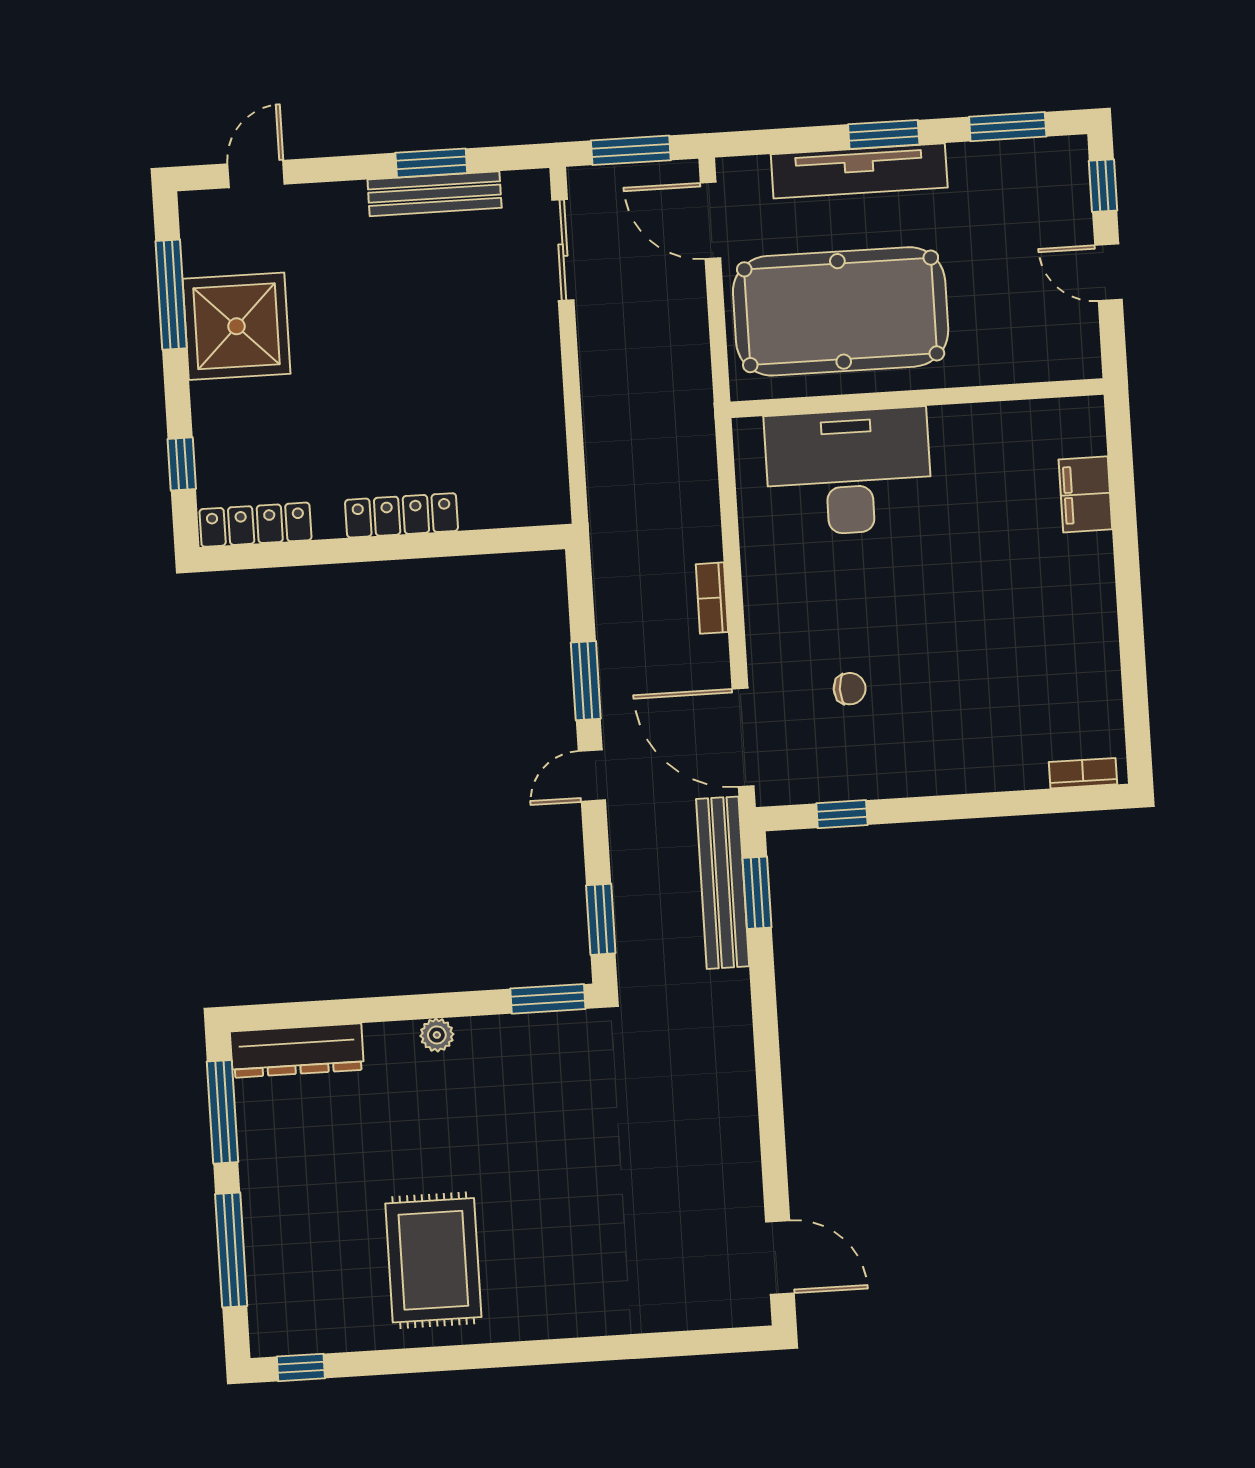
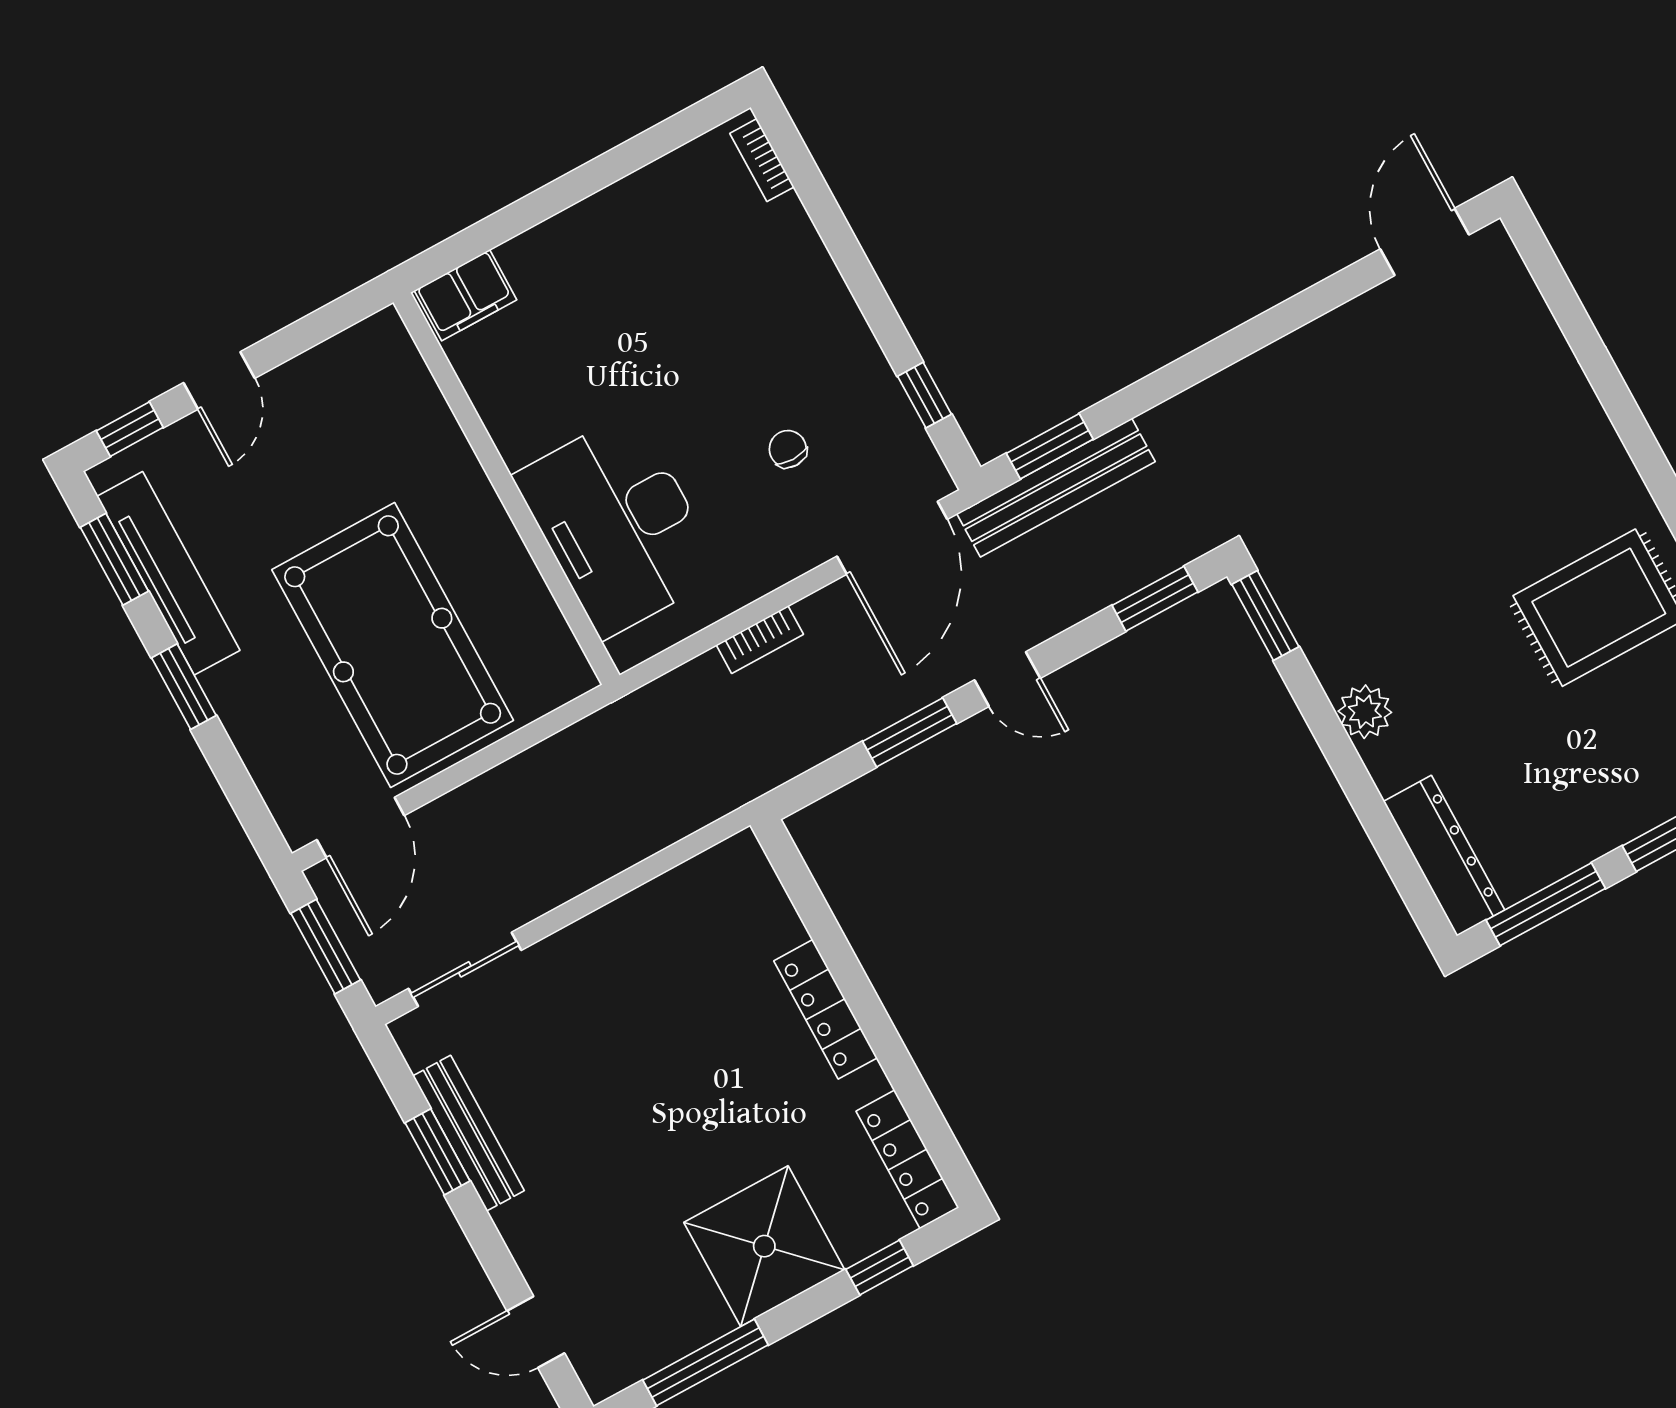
tv unit: (859, 171) -> (168, 573), moved
shower: (236, 326) -> (764, 1246), moved
wall: (917, 398) -> (506, 489), moved
desk: (849, 472) -> (618, 525), moved
plant: (437, 1035) -> (1365, 712), width x1.38, depth x1.38

